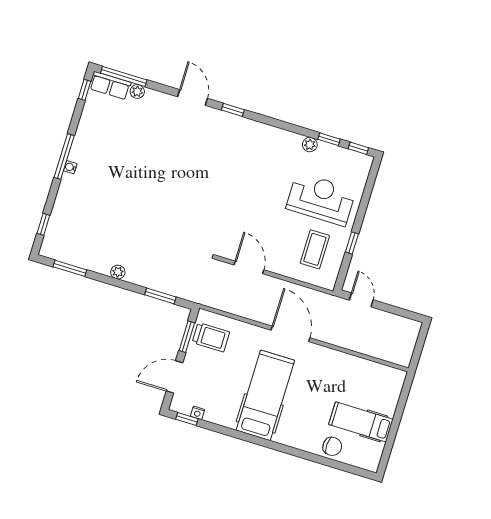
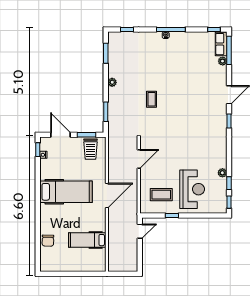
coffee table: (163, 219) -> (152, 99), added
hospital bed: (361, 422) -> (87, 240), moved, turned -90

